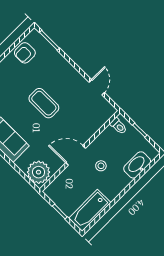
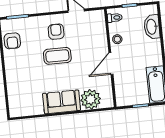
armchair: (64, 85) -> (56, 32), added
stool: (101, 166) -> (117, 39), moved
plant: (39, 172) -> (91, 99), moved

